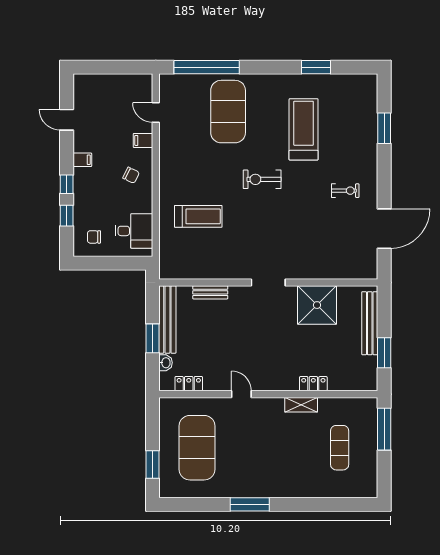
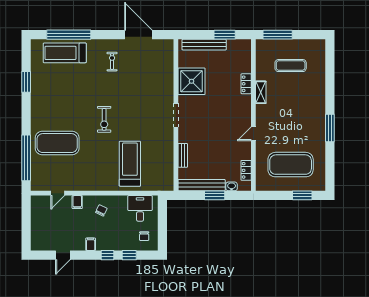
window: (384, 128) -> (69, 35), width x2.11
treadmill: (304, 129) -> (65, 53), moved
treadmill: (198, 216) -> (130, 164), width x1.37, depth x1.38

